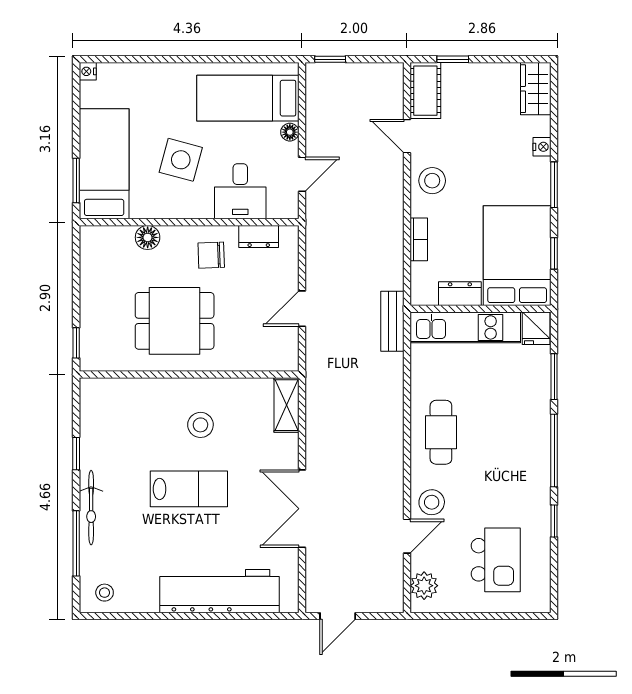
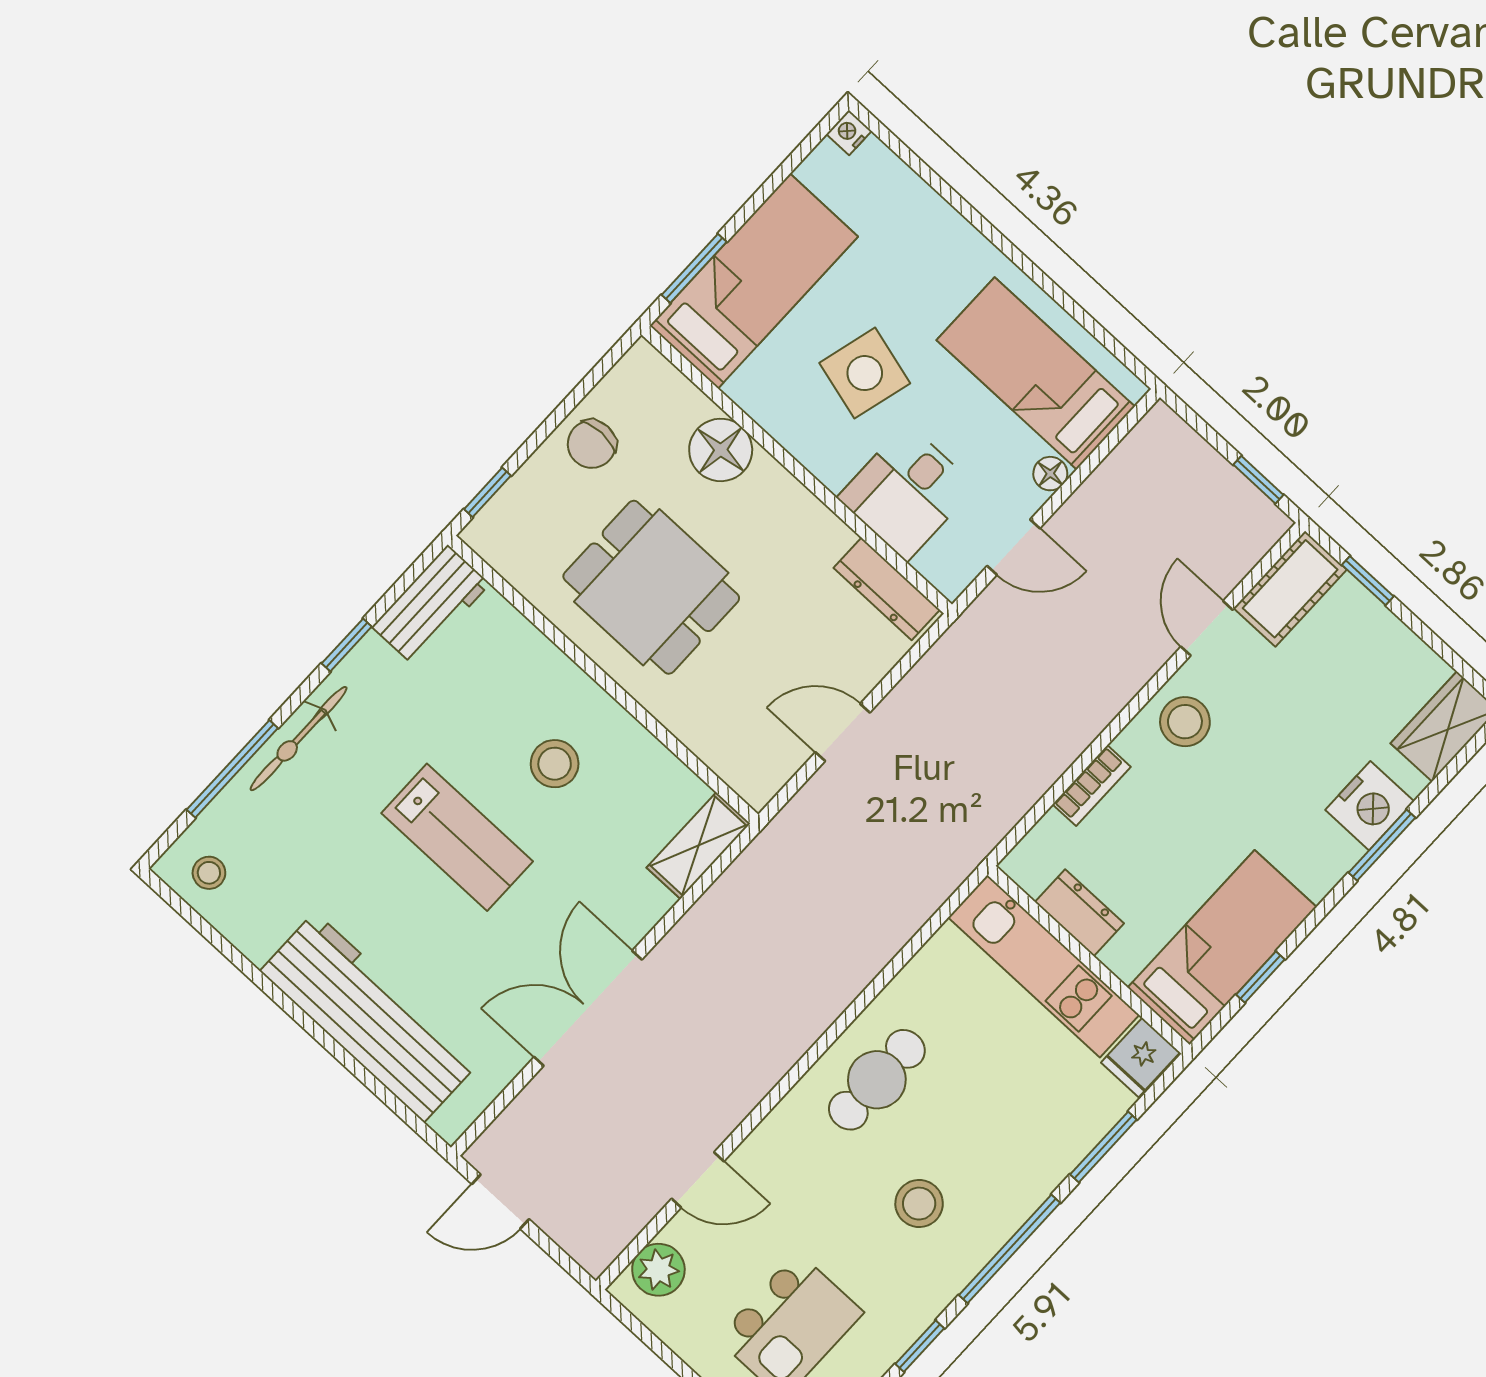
window: (330, 59) -> (1258, 480), moved
nightstand: (542, 147) -> (1370, 806), width x1.89, depth x1.79
window: (554, 185) -> (1382, 845), moved
dresser: (259, 236) -> (887, 589), width x1.44
floor lamp: (148, 237) -> (721, 450), width x1.38, depth x1.38
chair: (211, 255) -> (592, 444), moved, turned -88
bed: (517, 256) -> (1222, 947), width x0.67
bench: (392, 321) -> (951, 865), removed
workbench: (95, 408) -> (431, 605), added
stool: (432, 502) -> (919, 1204), moved

